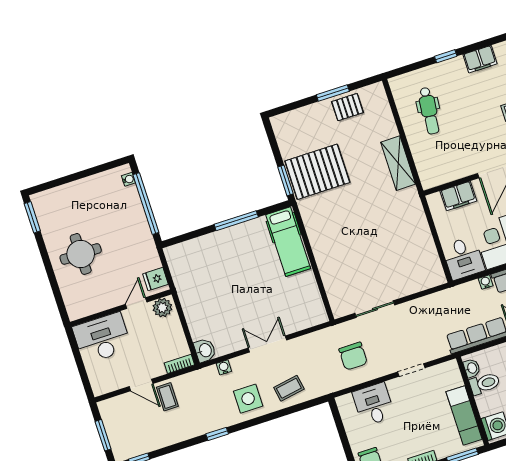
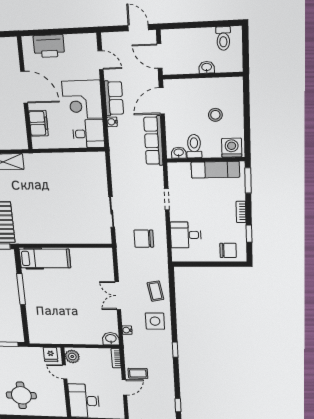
chair: (353, 356) -> (144, 239), turned 180

